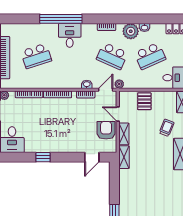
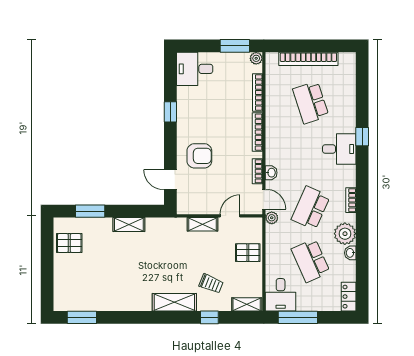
window: (61, 19) -> (362, 137), width x0.32
armchair: (106, 130) -> (199, 156), moved
shelving: (124, 157) -> (129, 225), moved

